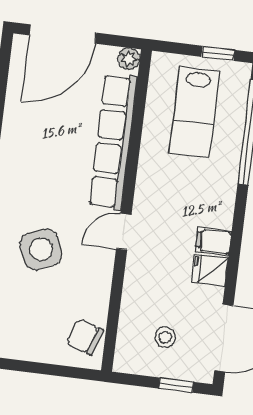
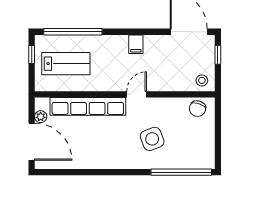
plant: (129, 59) -> (41, 117), moved
door: (124, 232) -> (137, 94), swing flipped
fridge: (210, 270) -> (152, 44), removed
stool: (165, 337) -> (202, 80), moved

